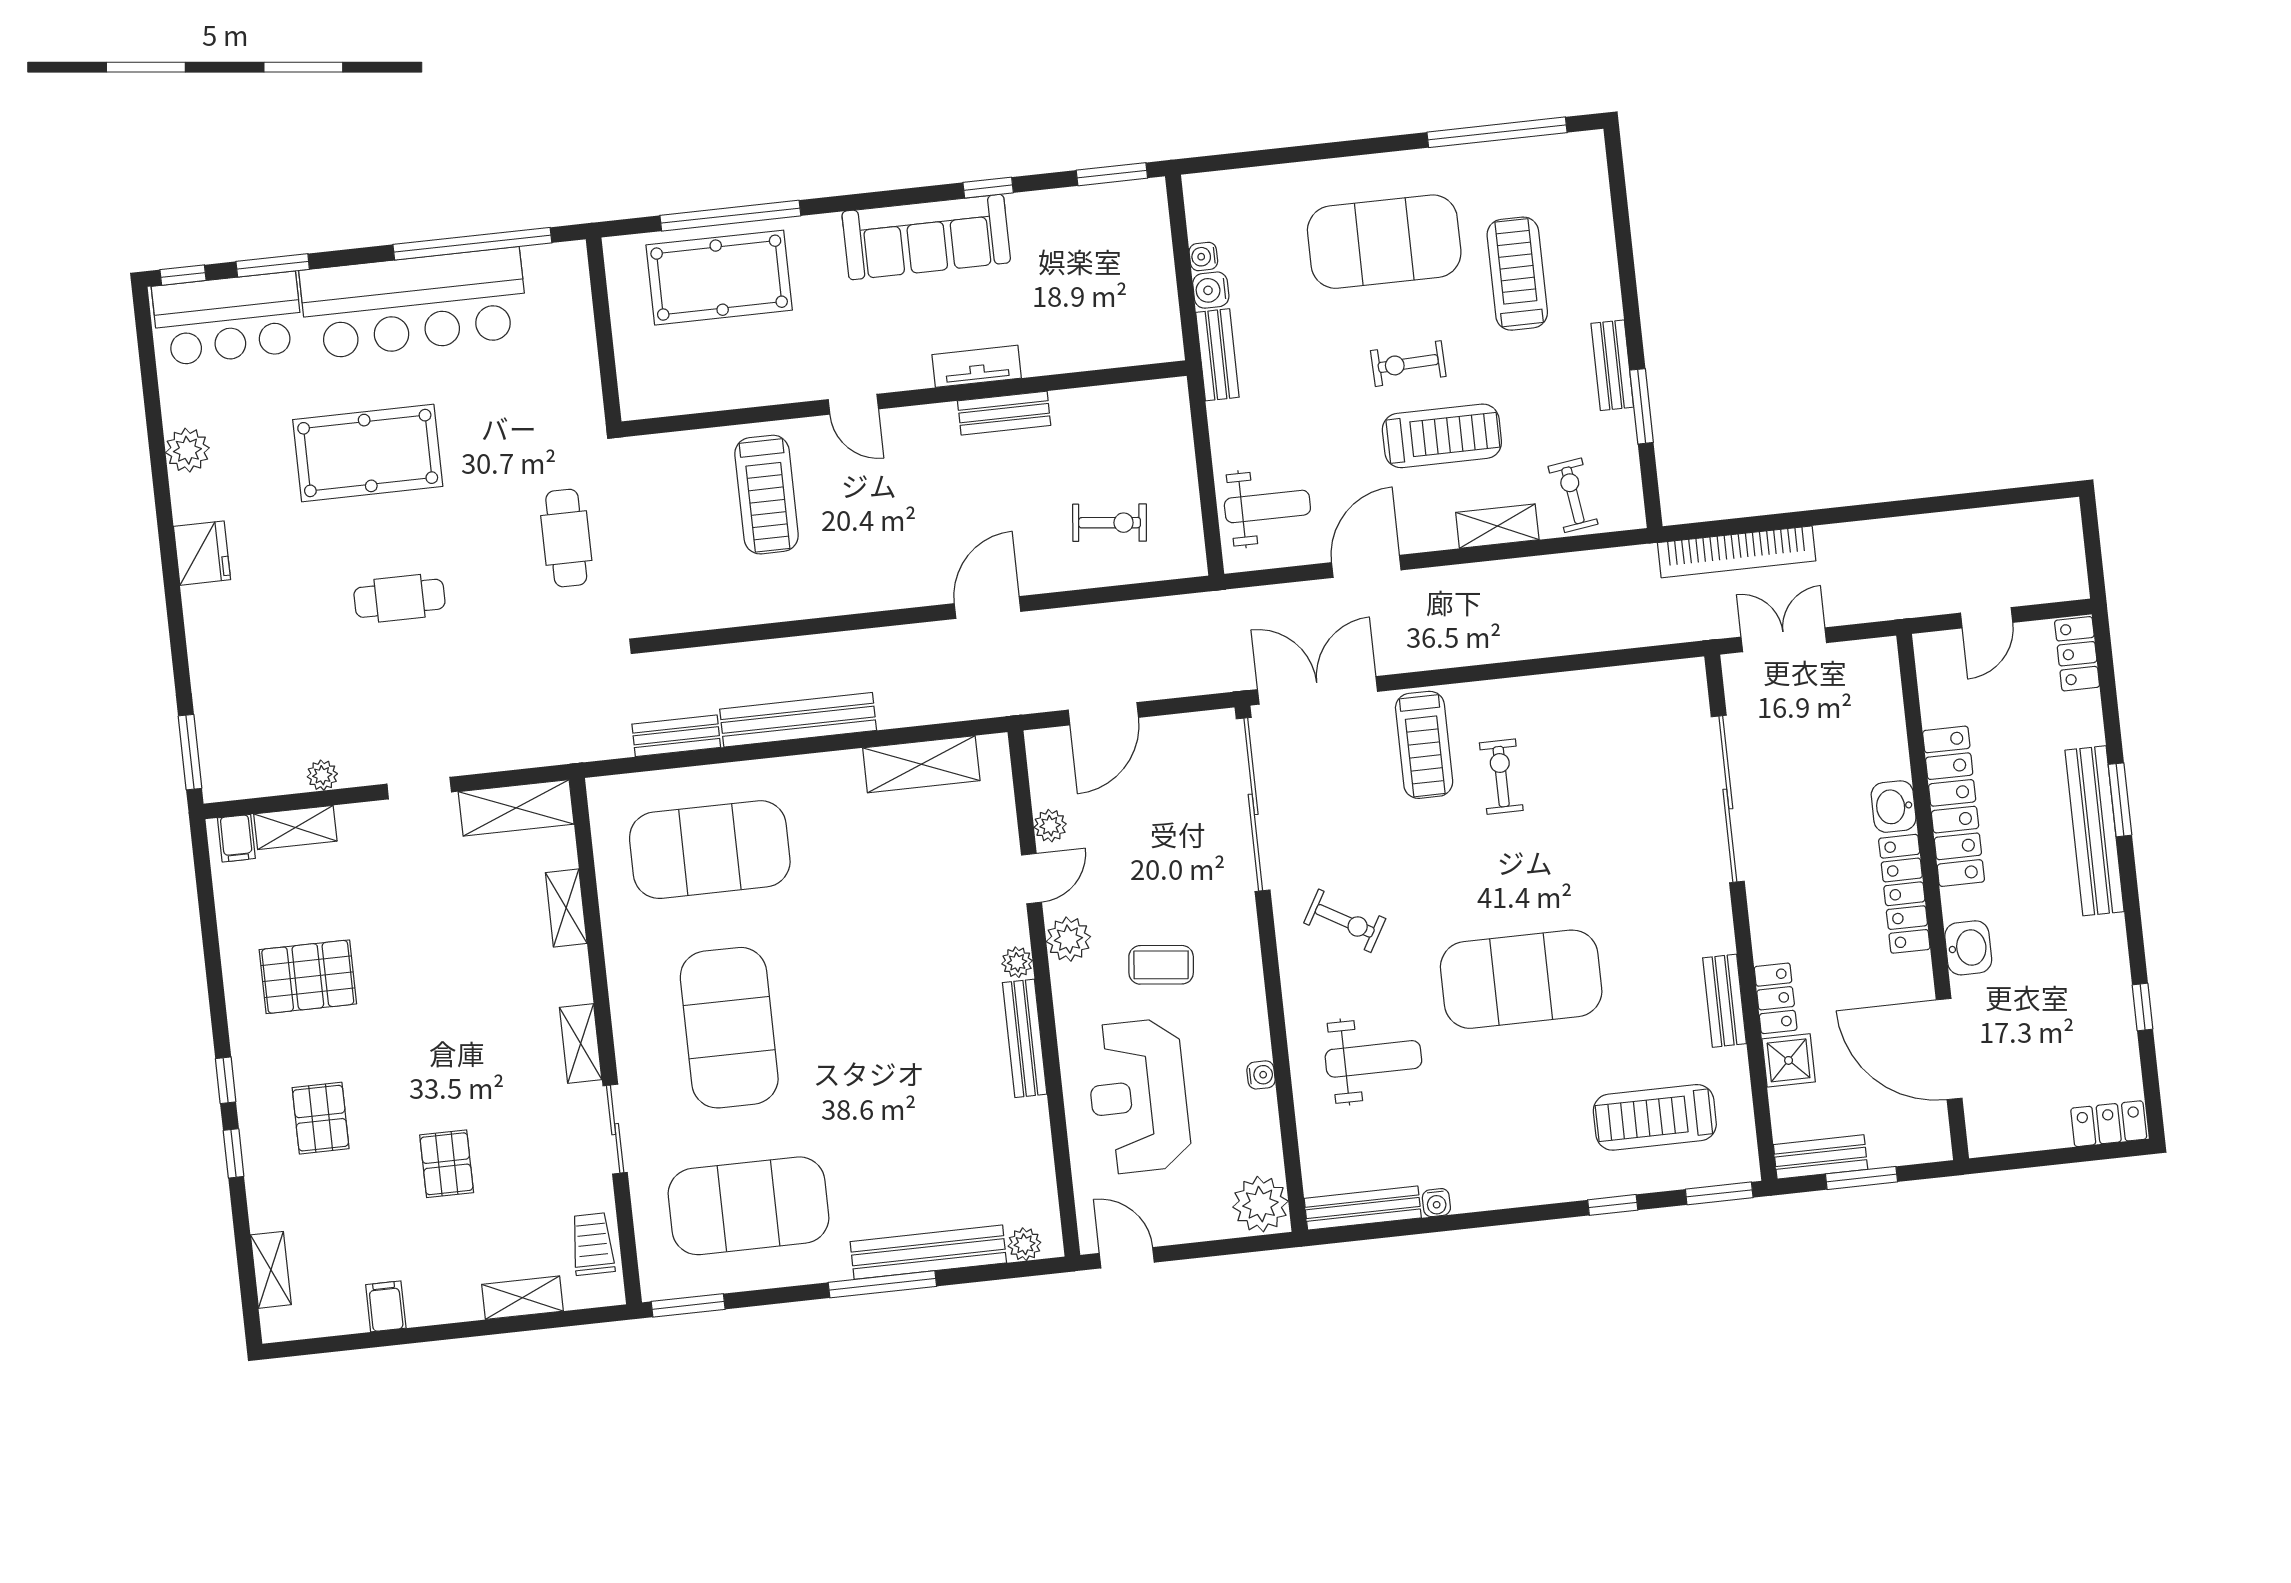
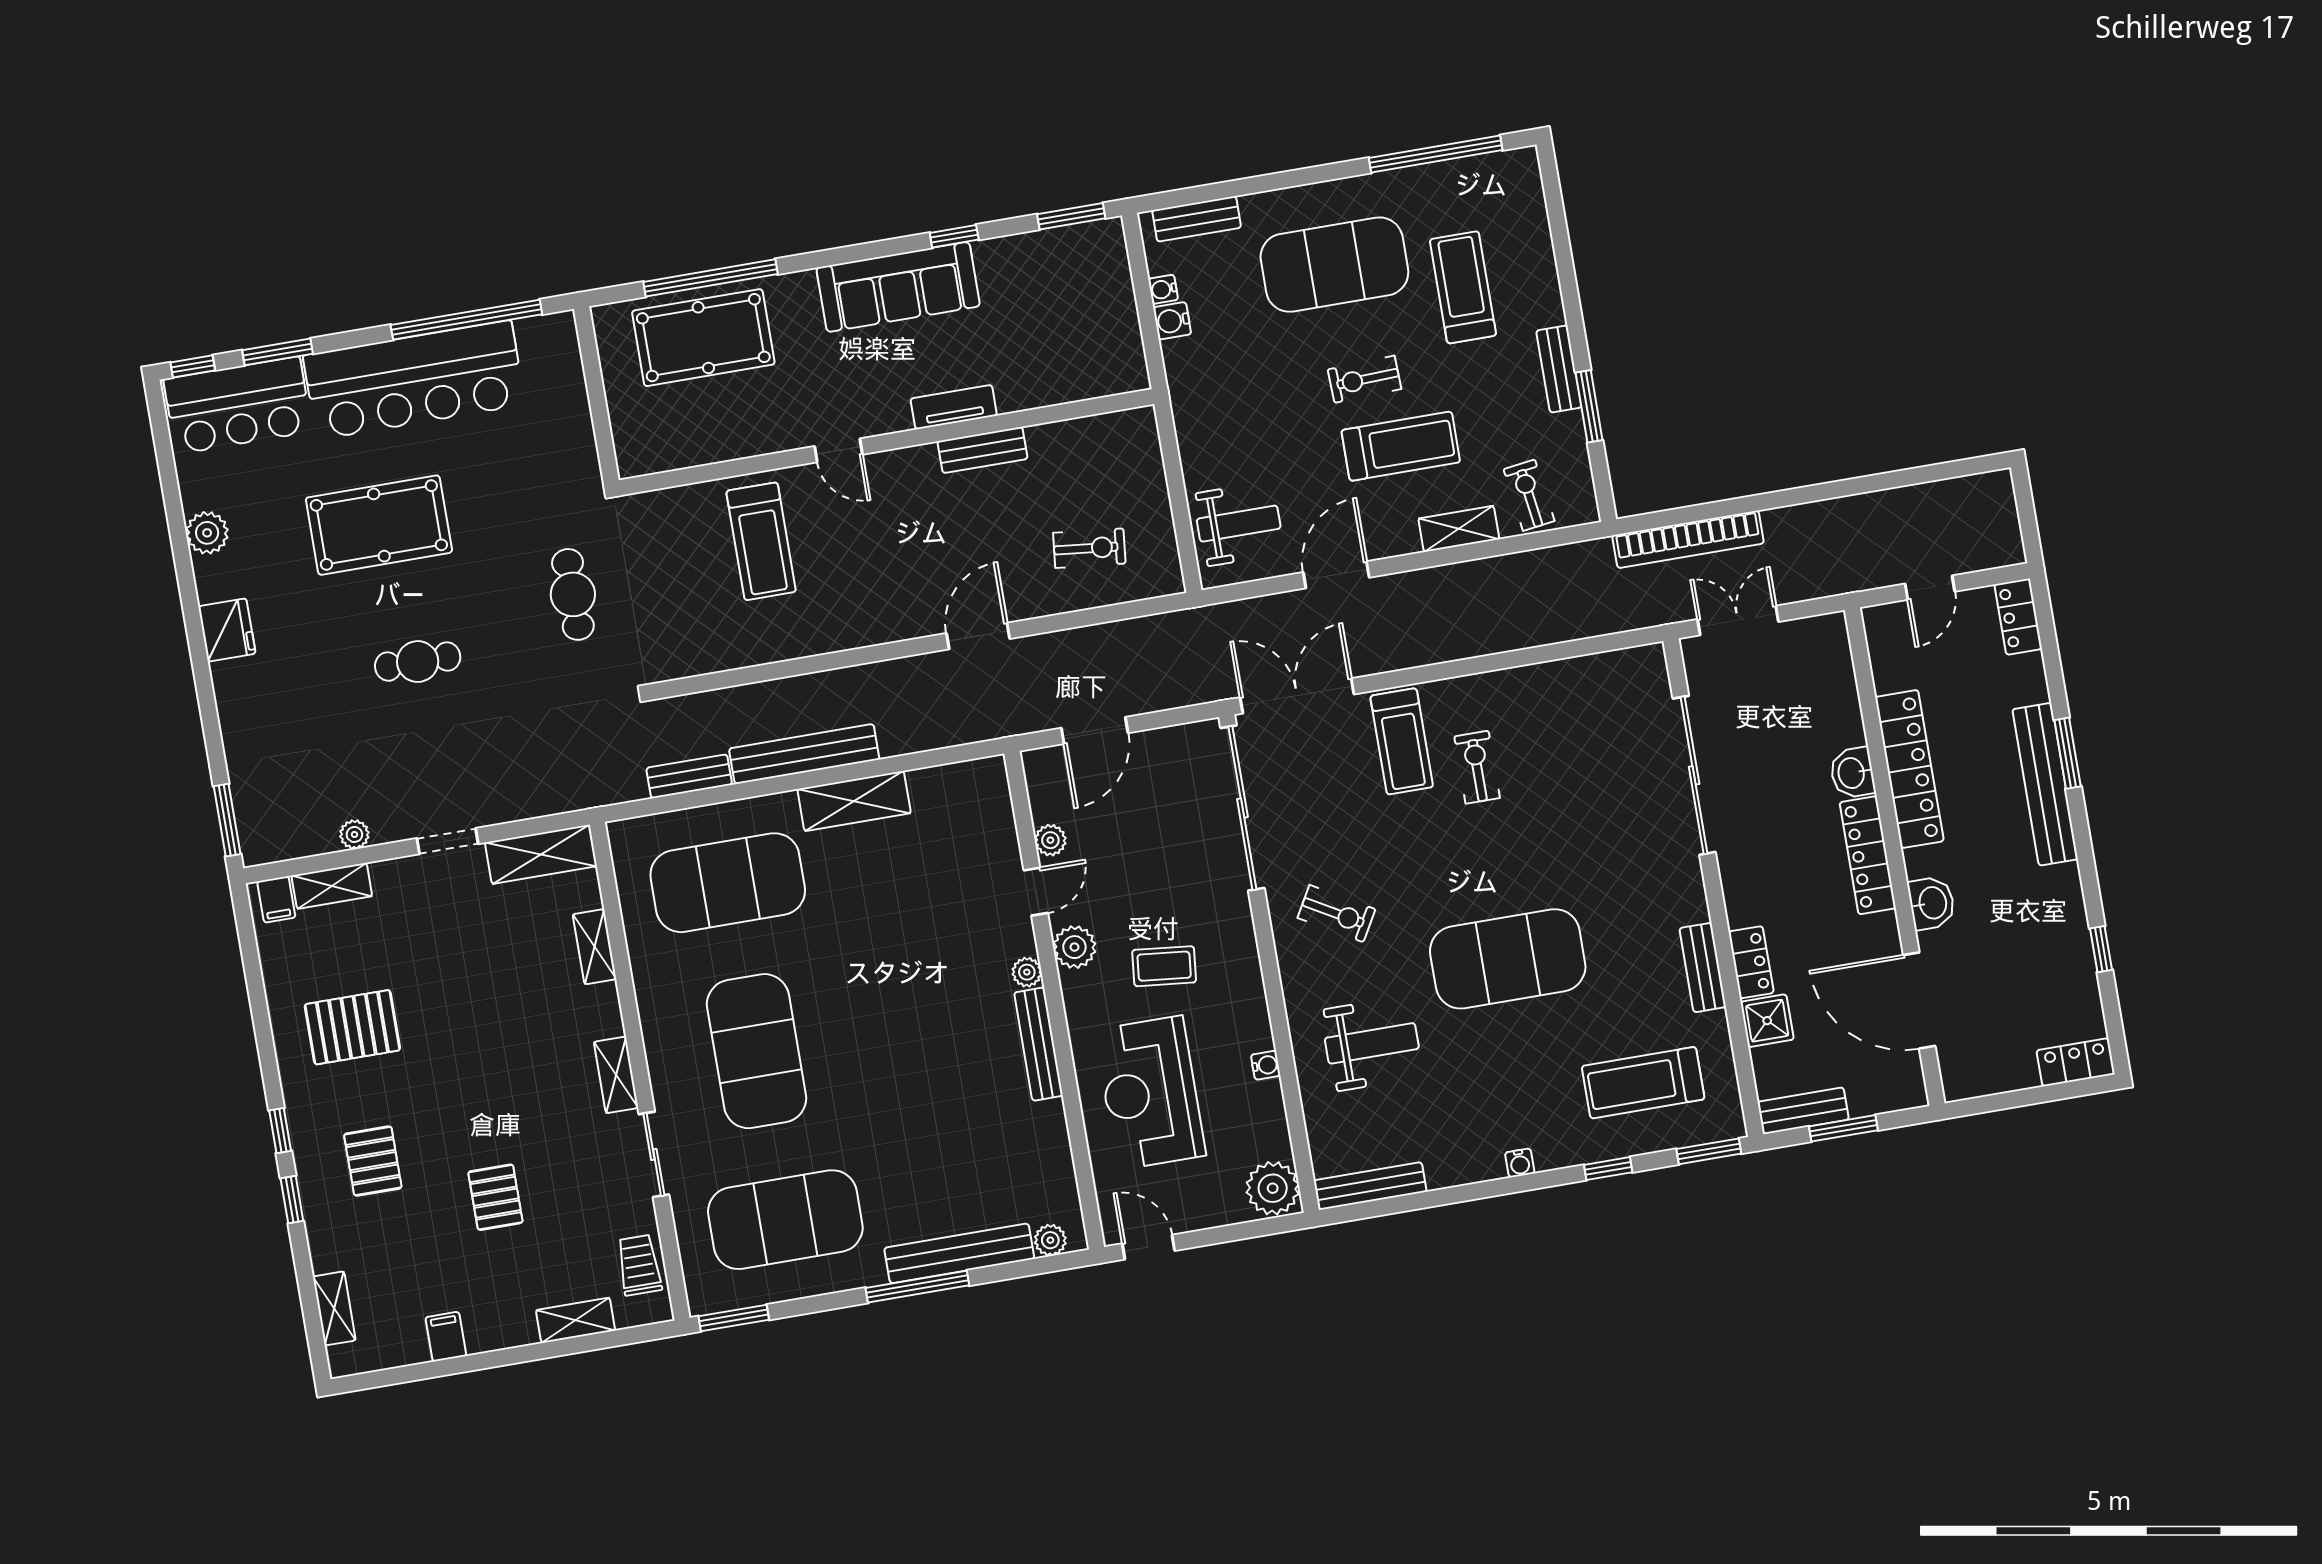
bench: (1217, 355) -> (1197, 219), moved, turned 90
shelving: (921, 764) -> (854, 801), moved
water cooler: (1436, 1203) -> (1520, 1163), moved

